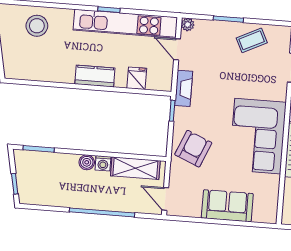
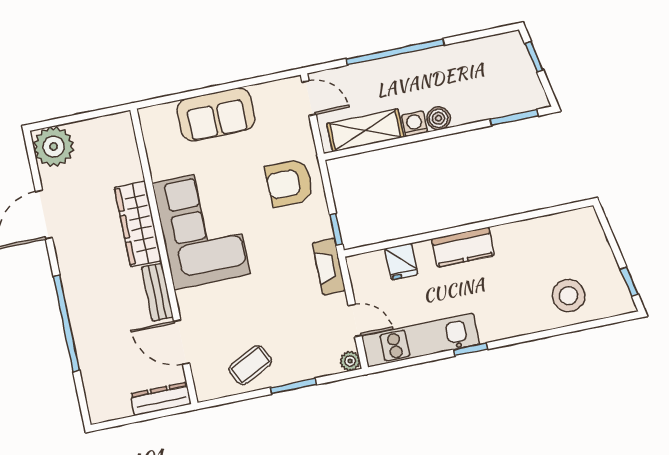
kitchen unit: (125, 24) -> (421, 340), width x0.73
armchair: (193, 149) -> (290, 183), turned 67

